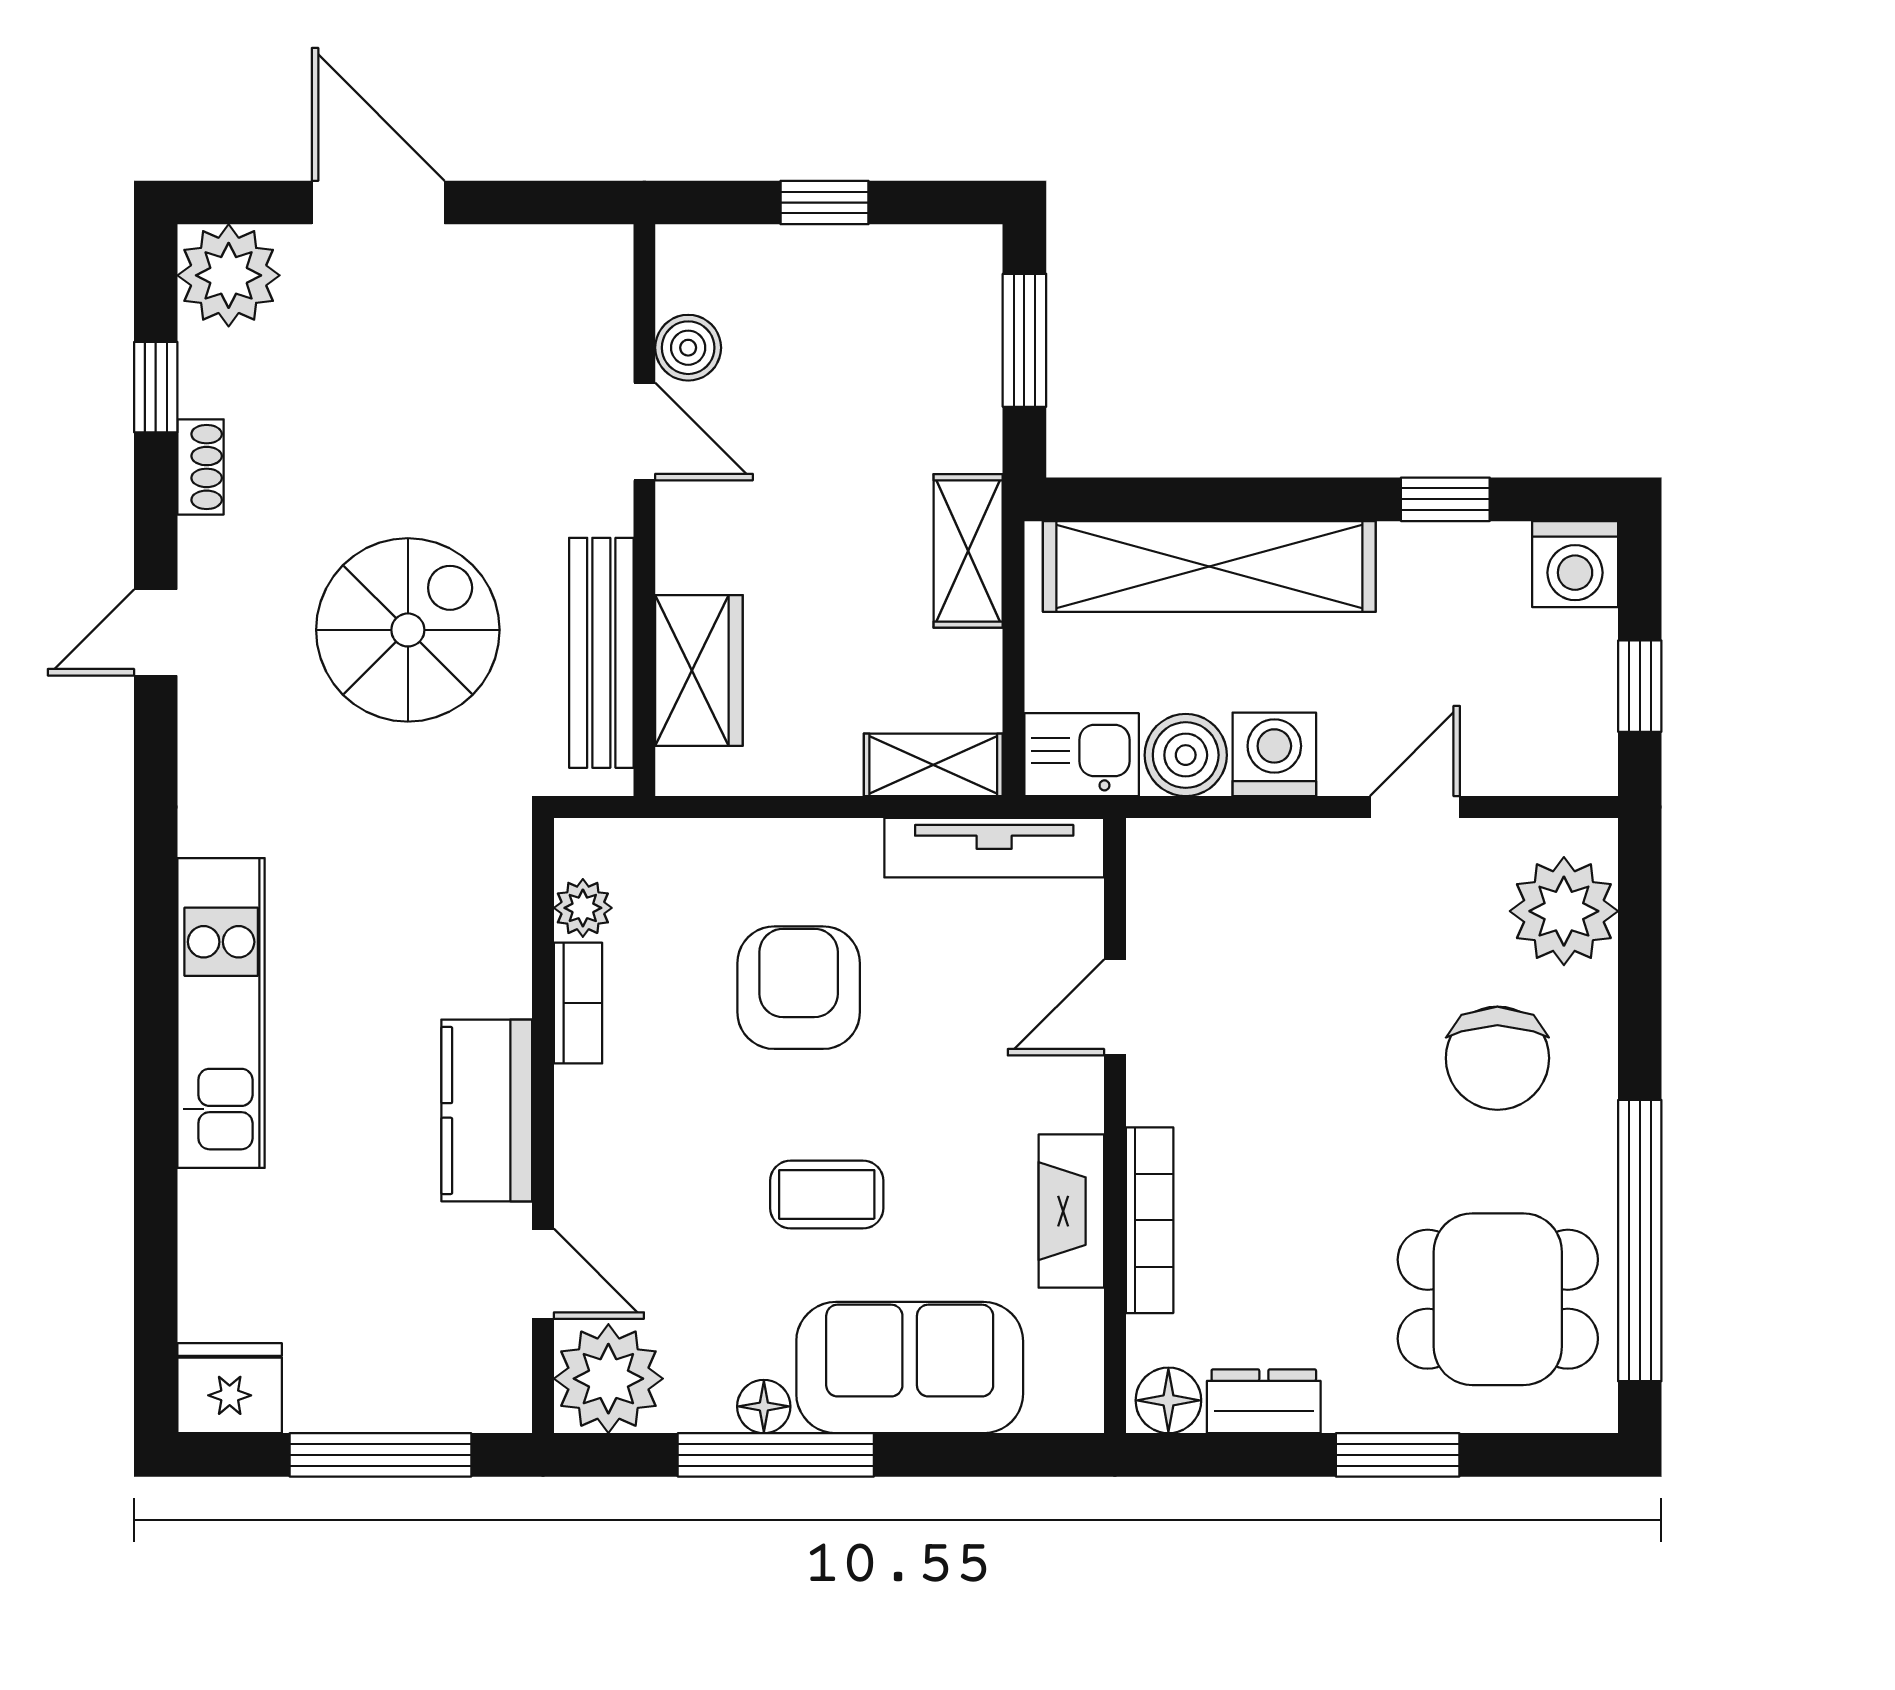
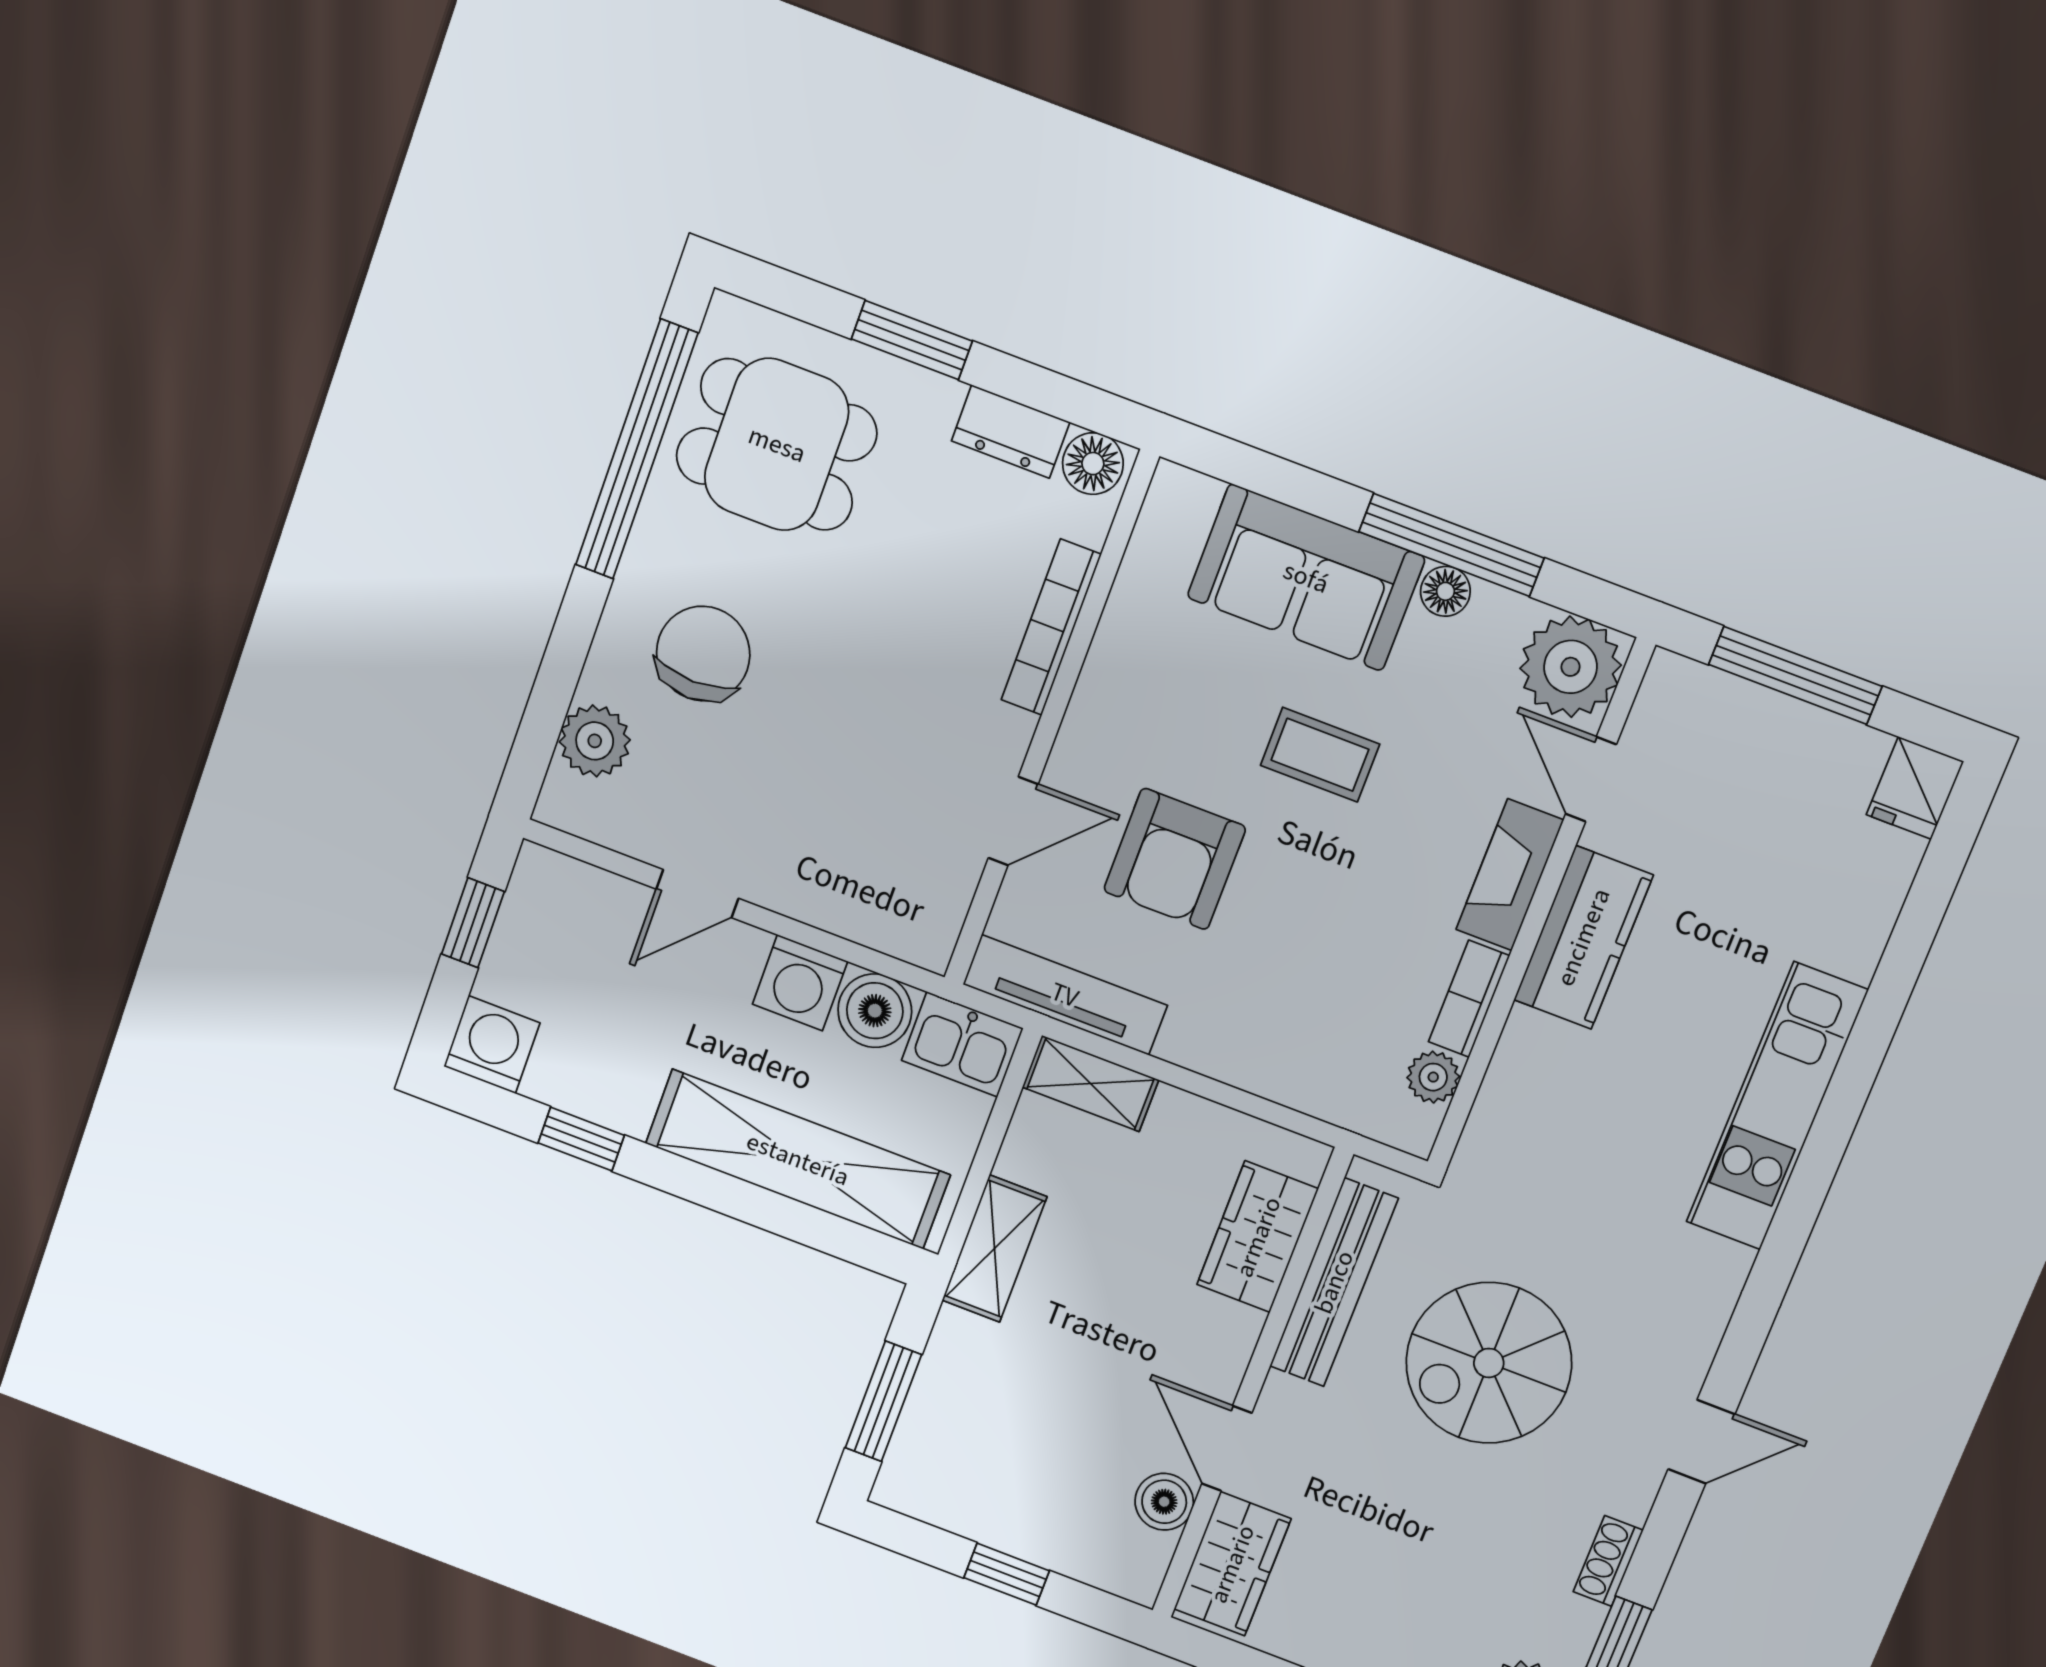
wardrobe: (591, 308) -> (1232, 1564), added
plant: (1564, 911) -> (595, 741), width x0.73, depth x0.73
armchair: (799, 988) -> (1175, 859), moved
fireplace: (1071, 1211) -> (1510, 875), moved, turned 180
fridge: (230, 1388) -> (1915, 788), width x0.72

